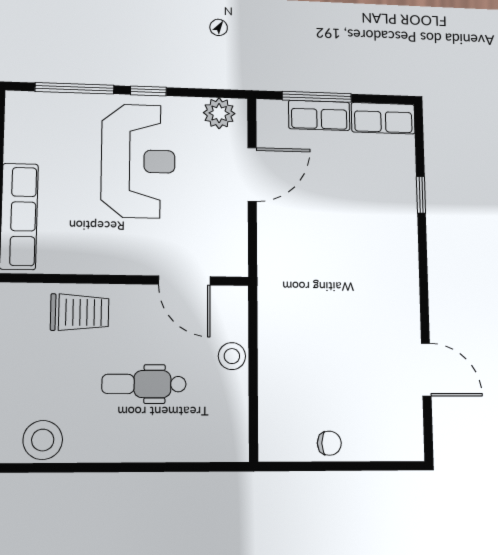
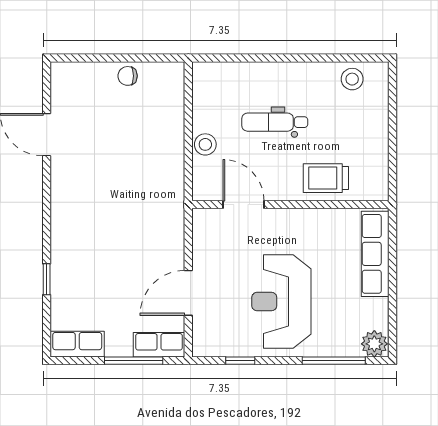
window: (148, 91) -> (240, 361), moved
plant: (219, 113) -> (374, 344), moved
row of seats: (319, 115) -> (159, 345), moved
dental chair: (144, 384) -> (275, 122), turned 180
stool: (43, 440) -> (352, 79), width x0.73, depth x0.73

